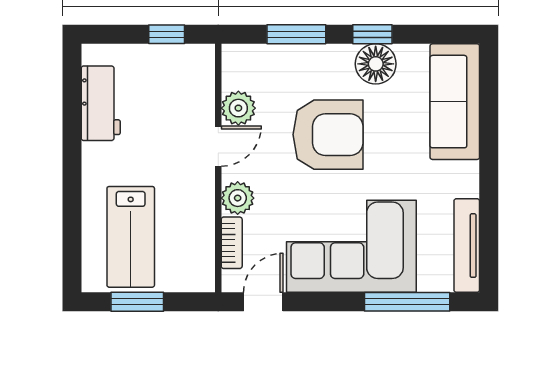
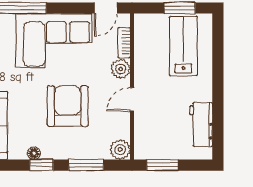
window: (167, 34) -> (162, 165), width x1.50
floor lamp: (376, 64) -> (34, 153), width x0.53, depth x0.53
plant: (238, 108) -> (120, 150), moved
armchair: (328, 135) -> (68, 106), turned 90

